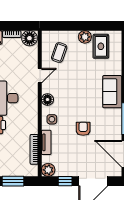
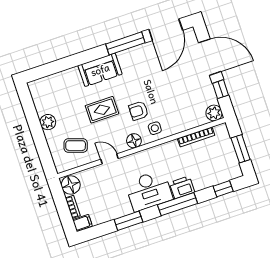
rug: (101, 46) -> (102, 110), moved
armchair: (83, 129) -> (139, 111), moved
tv unit: (46, 142) -> (183, 126), removed

